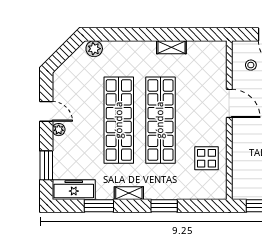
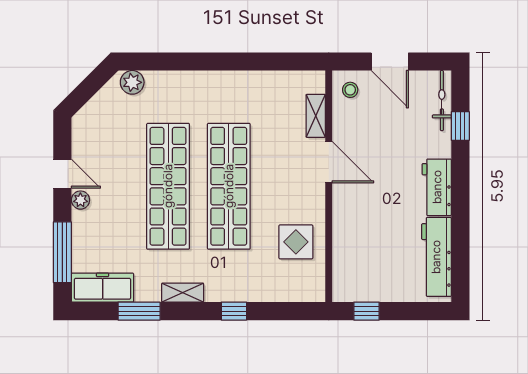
shelving: (171, 47) -> (316, 116), moved, turned 90
stool: (251, 65) -> (350, 90), moved
window: (46, 165) -> (62, 252), width x1.44
window: (164, 206) -> (234, 311), width x0.67

